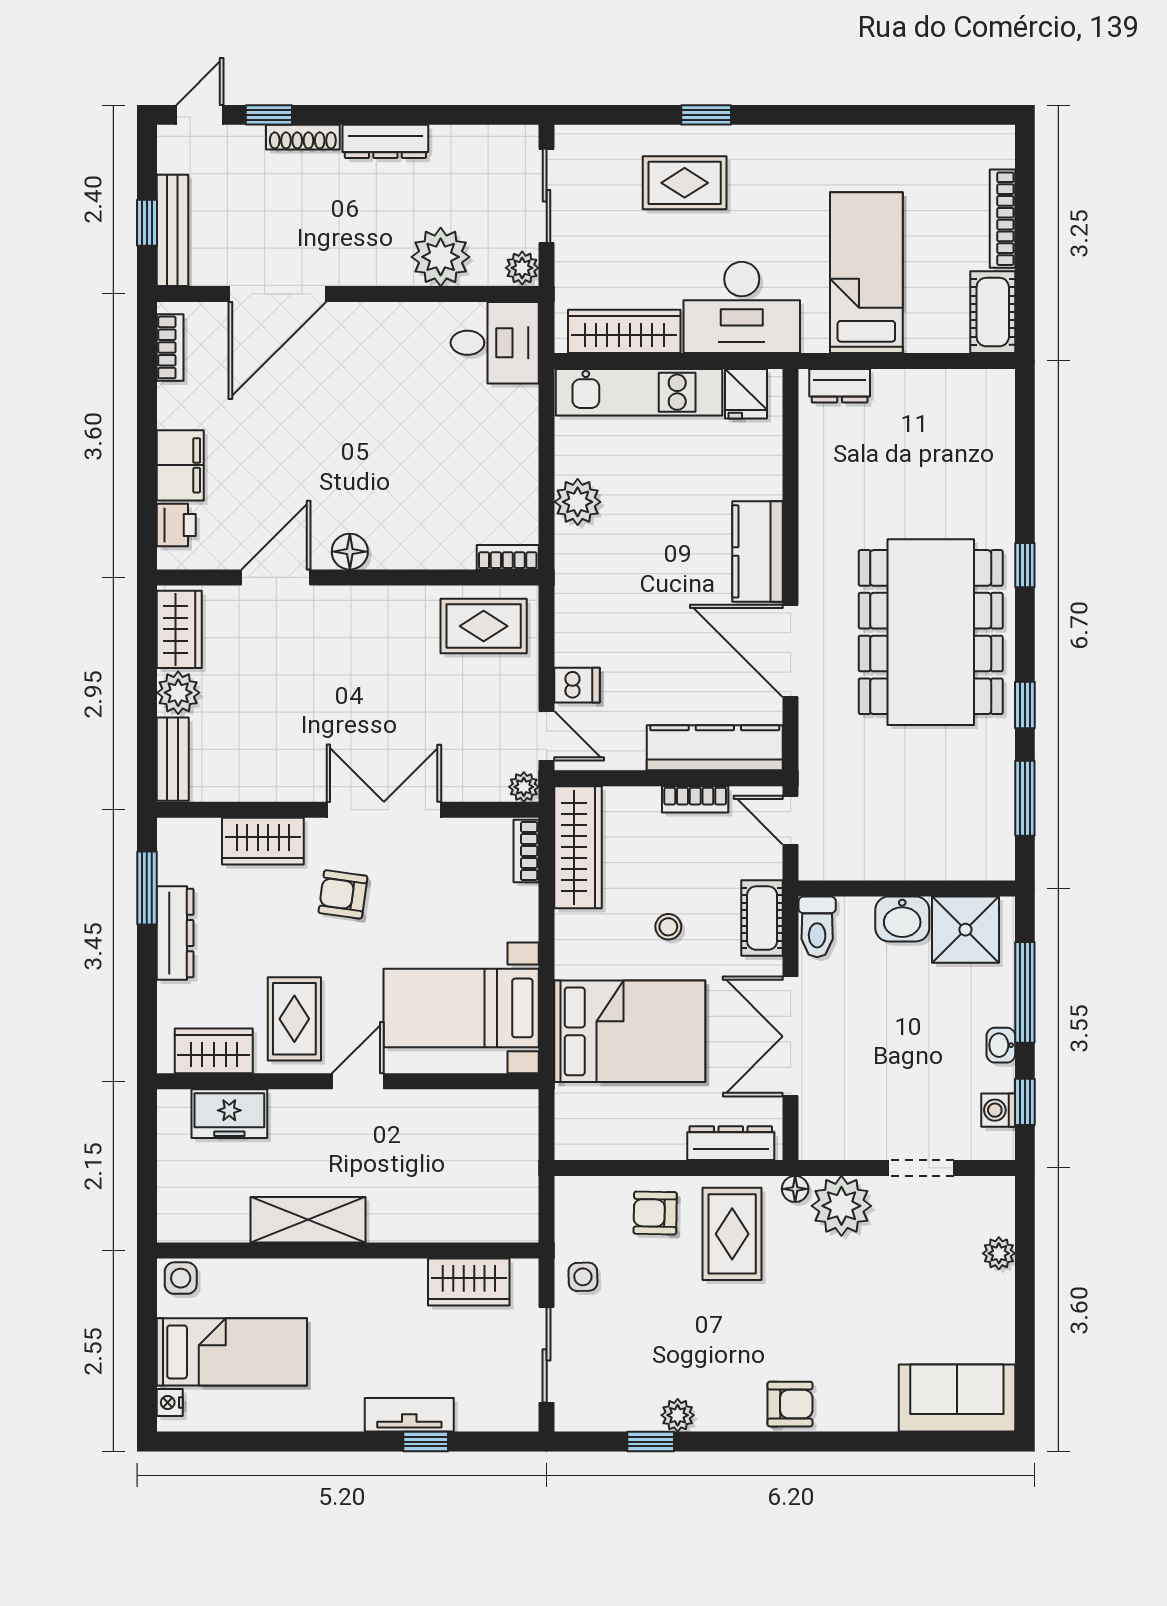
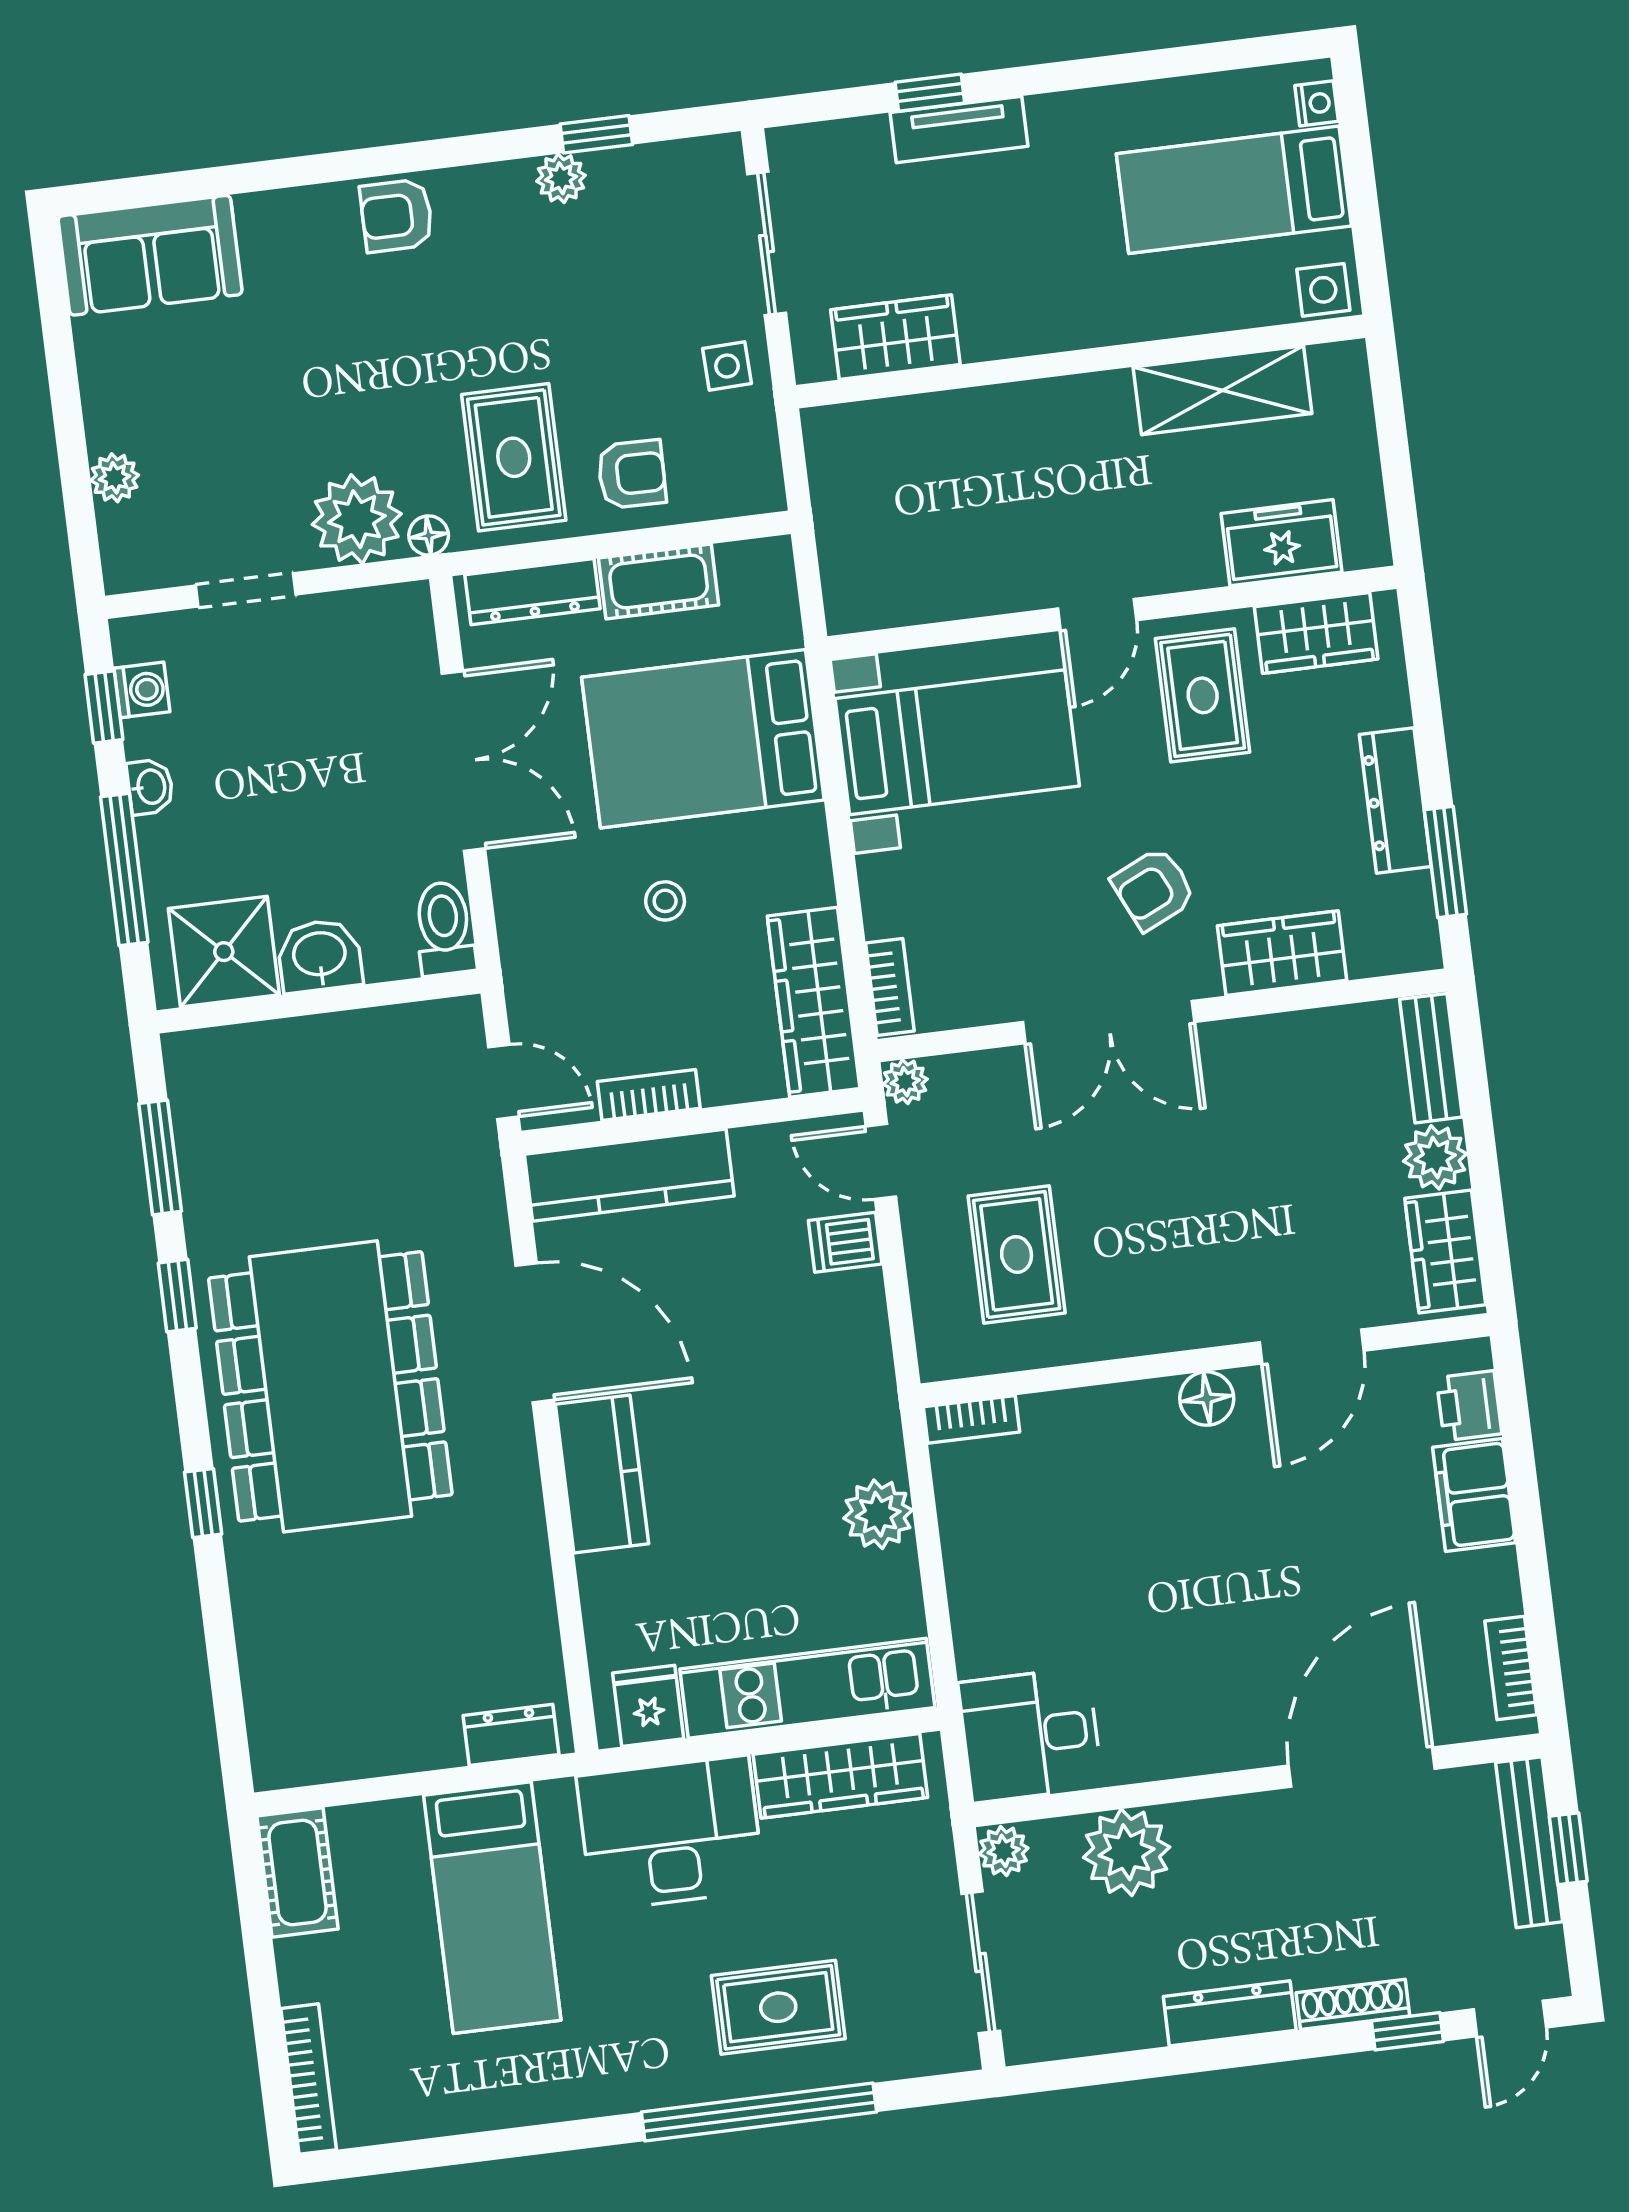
window: (706, 115) -> (759, 2112), width x3.17
bookcase: (1002, 219) -> (309, 2079), moved
rug: (484, 626) -> (1017, 1254), moved, turned 90
armchair: (343, 894) -> (1153, 889), turned 147
cot: (762, 918) -> (659, 581), moved, turned 90
shelving: (308, 1220) -> (1223, 390), moved

